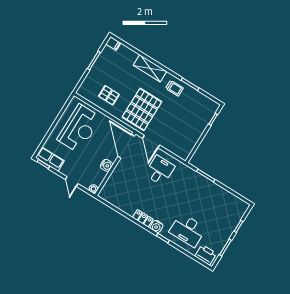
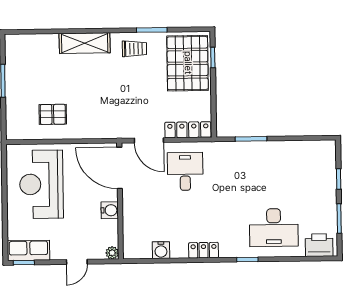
filing cabinet: (113, 43) -> (14, 41), removed
pallet: (142, 109) -> (188, 63), moved
reception desk: (79, 128) -> (41, 184), turned 180
locker: (175, 149) -> (188, 130), added
door: (72, 182) -> (77, 262), hinge flipped
water cooler: (157, 226) -> (161, 250), moved

